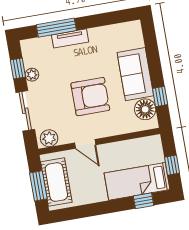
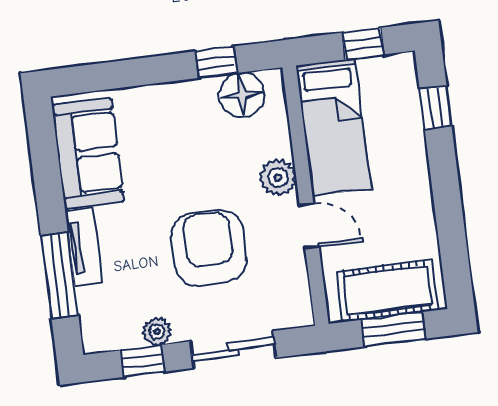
sofa: (135, 74) -> (88, 153), moved, turned -90
armchair: (90, 97) -> (209, 248), moved
plant: (49, 138) -> (278, 178), moved
door: (85, 144) -> (309, 226), hinge flipped
bed: (137, 181) -> (333, 127), moved

